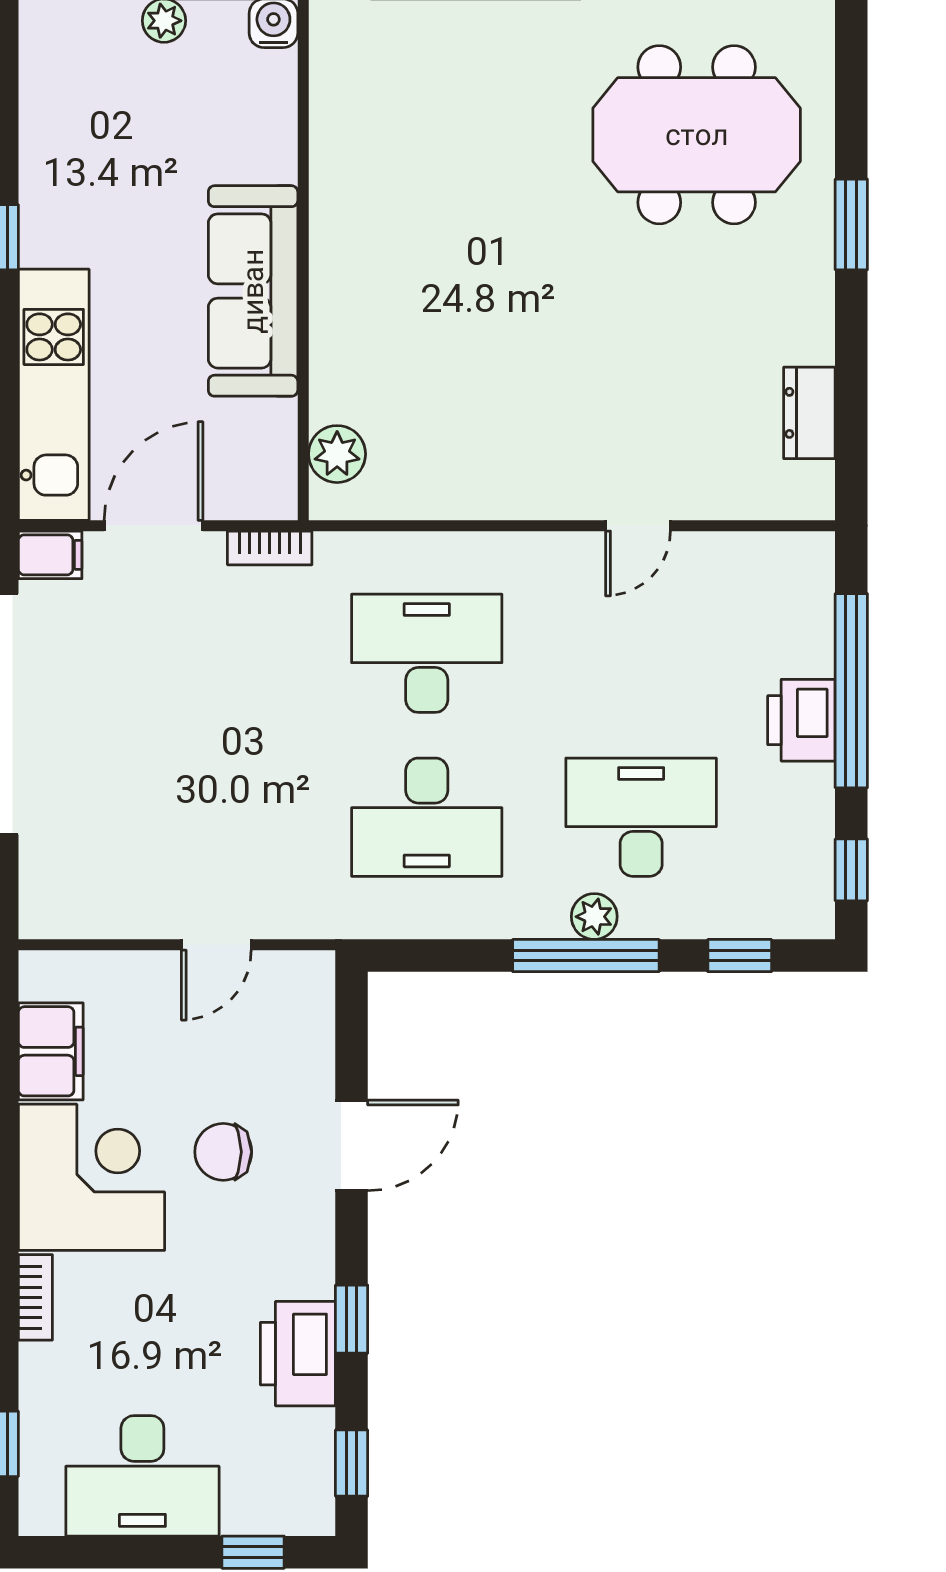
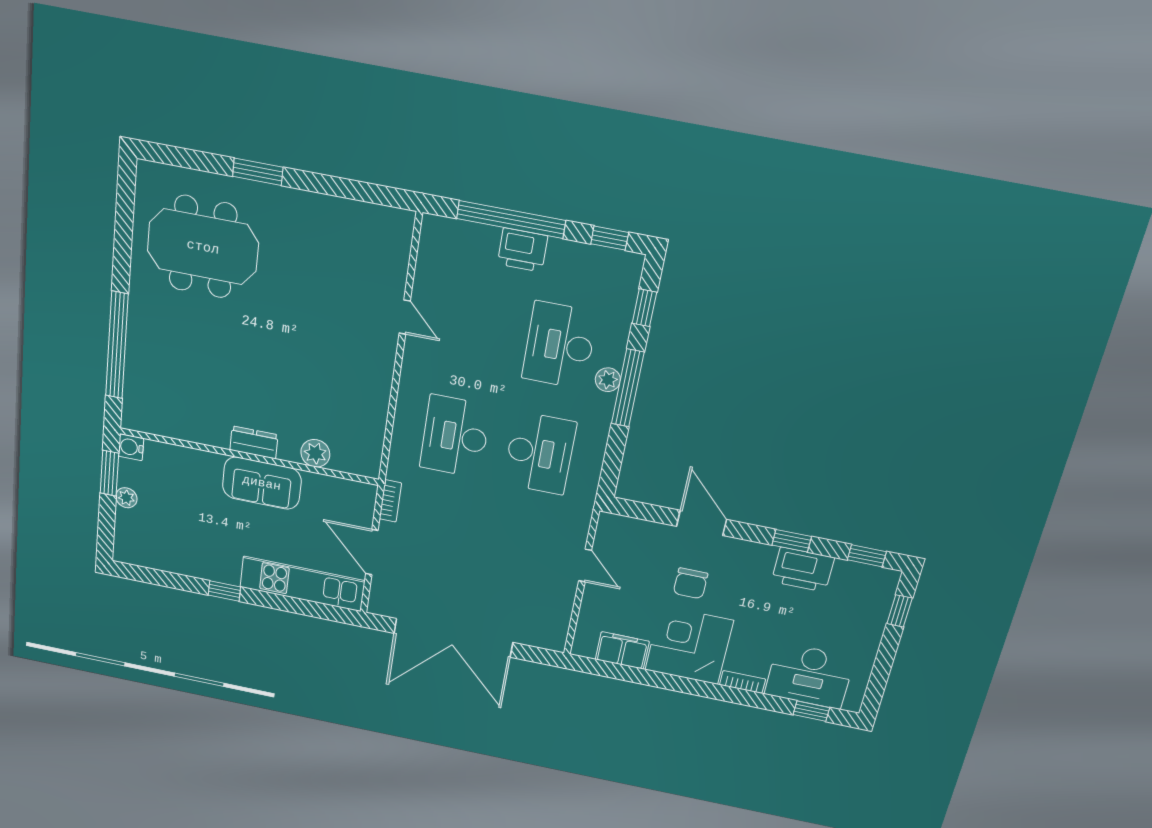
meeting table: (697, 135) -> (203, 247), turned 90
sofa: (253, 291) -> (262, 483), width x0.73
dresser: (809, 413) -> (254, 442), moved, turned 180
plant: (337, 454) -> (315, 453), moved
filing cabinet: (50, 555) -> (379, 601), removed
desk: (142, 1476) -> (809, 676), moved, turned 90

